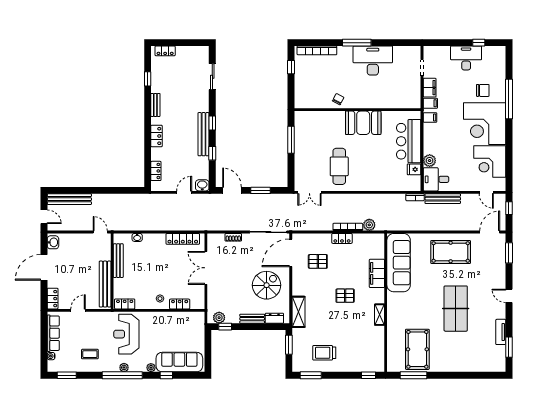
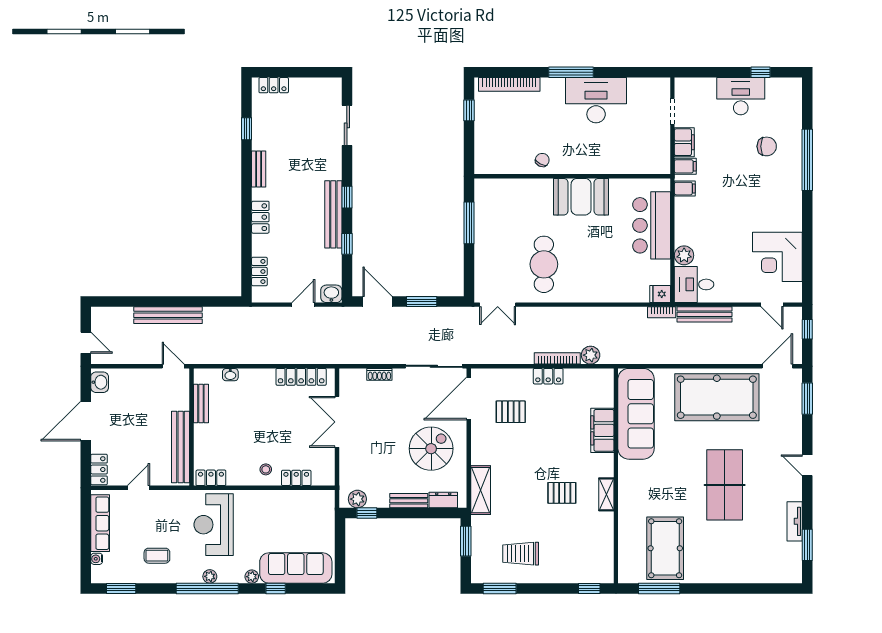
corner desk: (485, 124) -> (769, 198), removed
fridge: (414, 169) -> (660, 294), moved
bench: (69, 199) -> (168, 315), moved
pool table: (451, 252) -> (717, 397), width x1.36, depth x1.32
bench: (118, 261) -> (201, 404), width x0.73
pallet: (345, 296) -> (562, 493), moved

